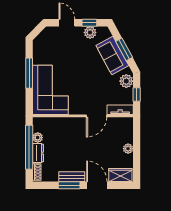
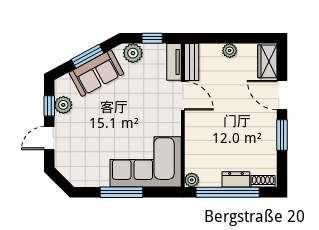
plant: (38, 138) -> (192, 180), moved
bench: (72, 177) -> (192, 62), moved
door: (97, 185) -> (282, 95), hinge flipped

